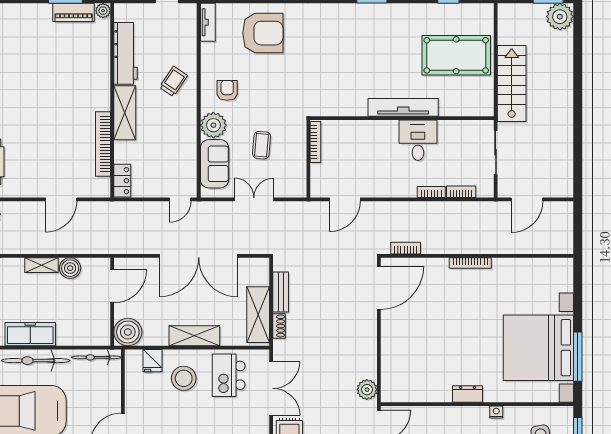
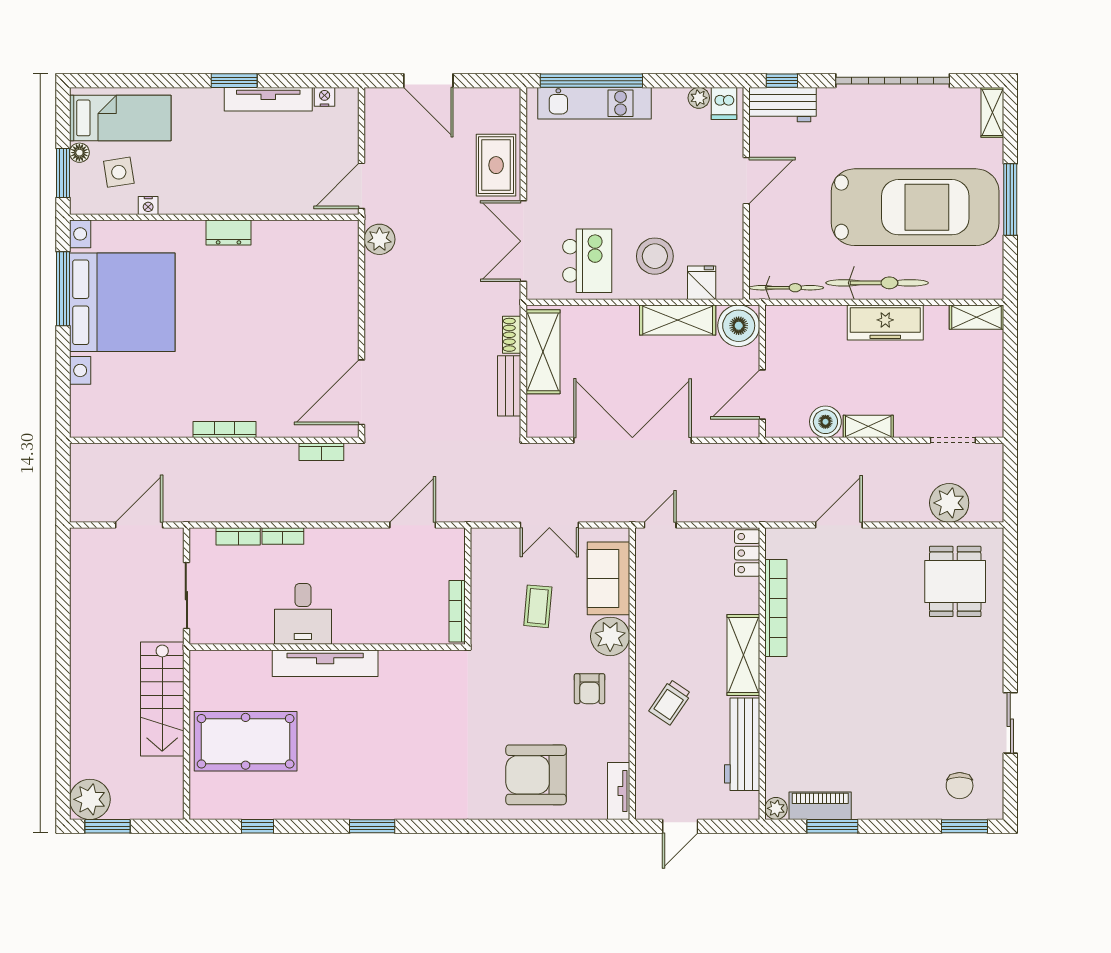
shelving: (194, 336) -> (678, 320), moved
nightstand: (496, 412) -> (148, 205), moved

